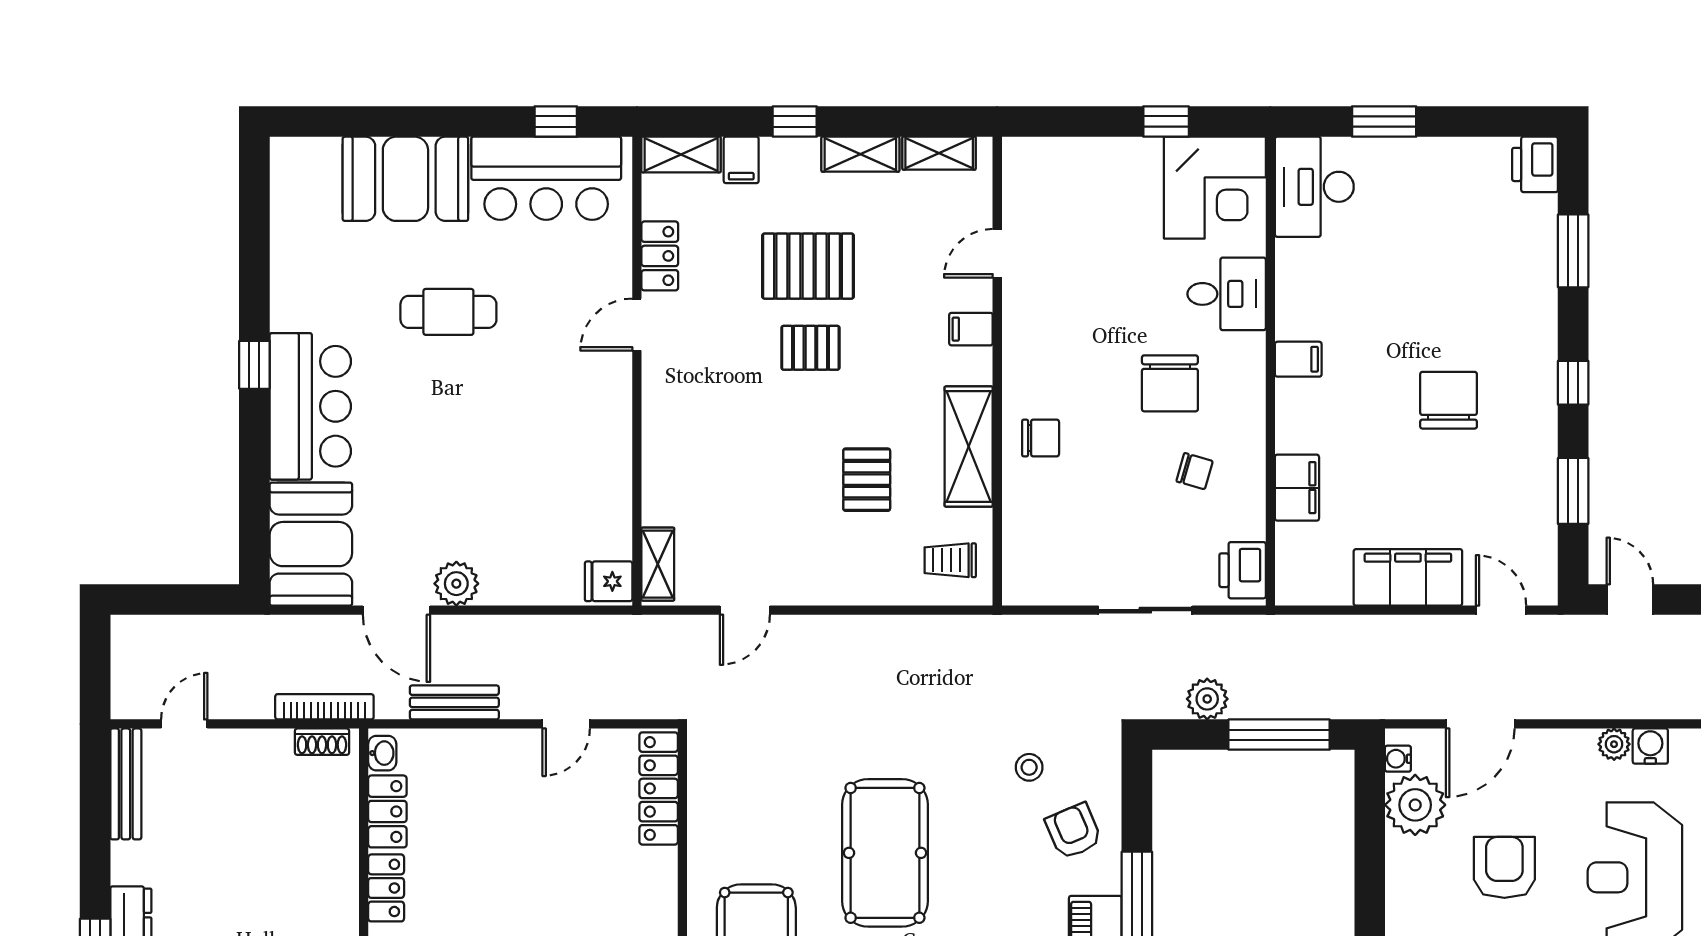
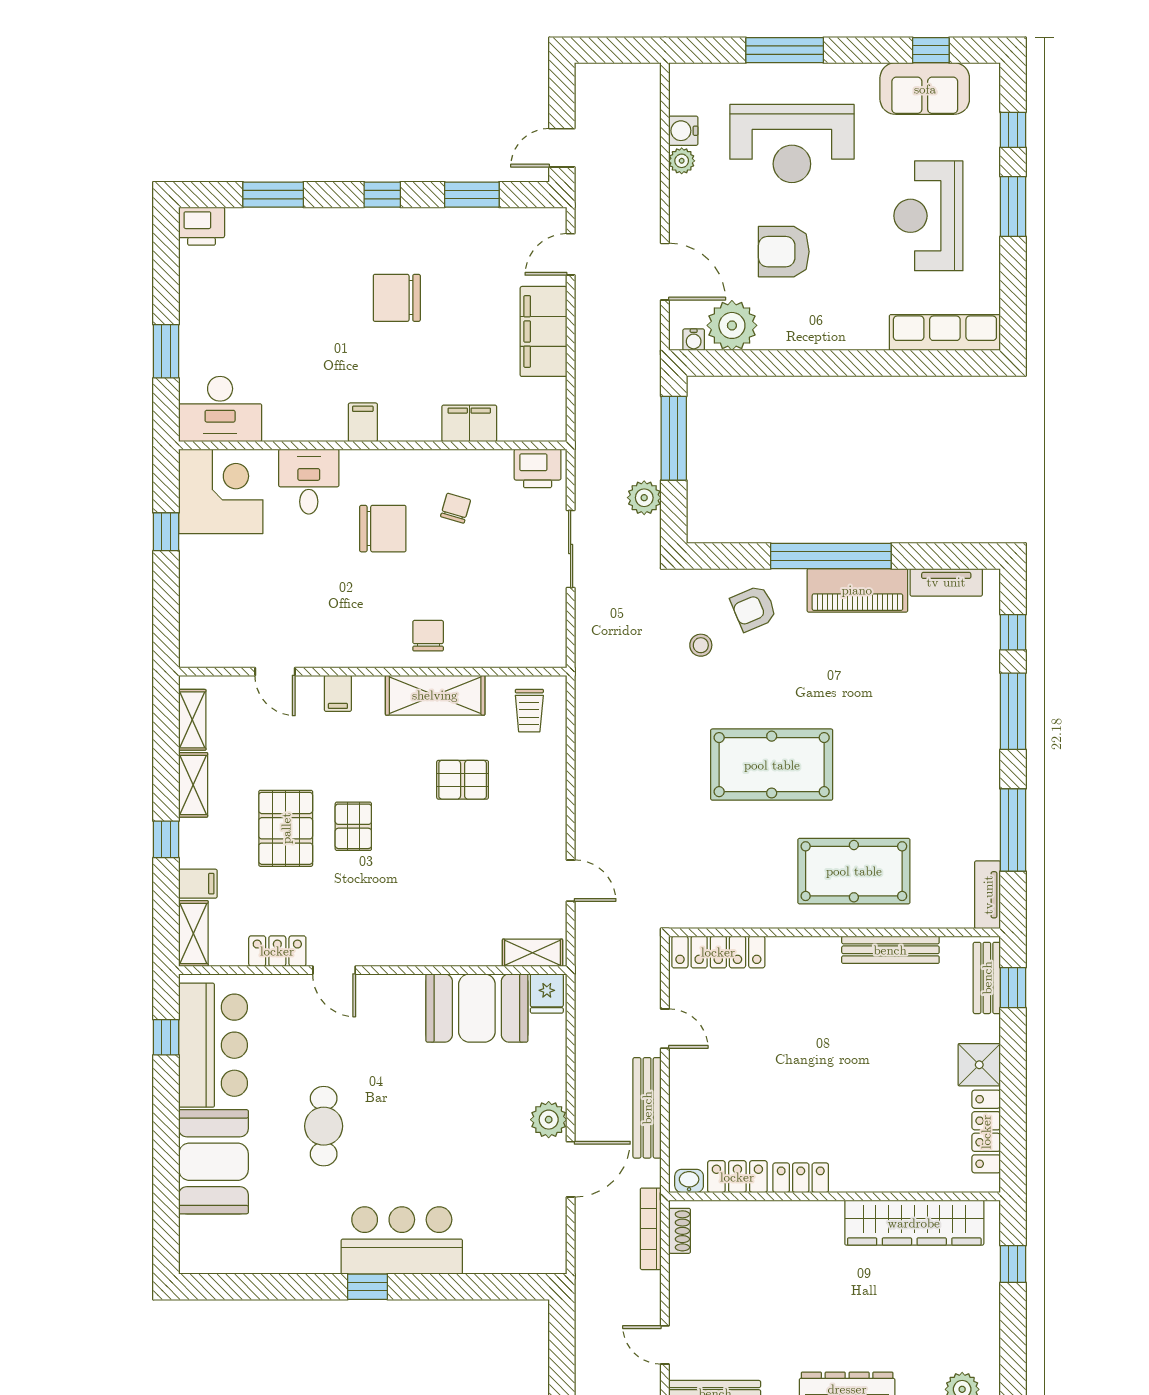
booth: (311, 544) -> (477, 1008), moved
bench: (454, 702) -> (647, 1108), width x1.36

